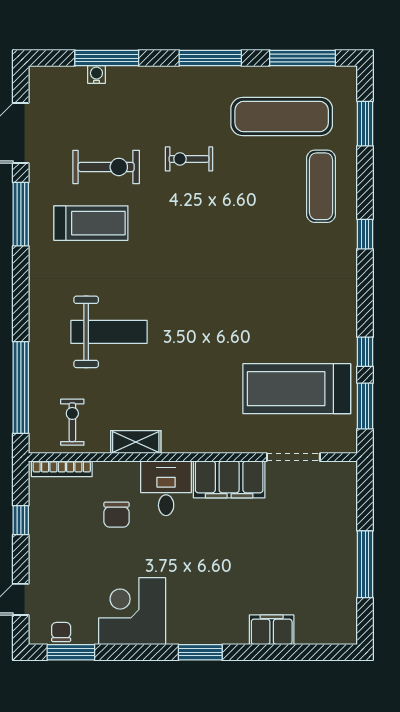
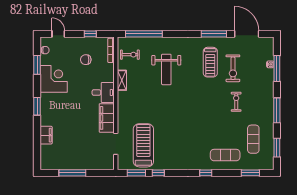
window: (302, 58) -> (277, 148), width x0.69
exercise mat: (282, 117) -> (253, 139), width x0.73, depth x0.69
chair: (116, 515) -> (86, 60), moved
window: (71, 652) -> (37, 65), moved

